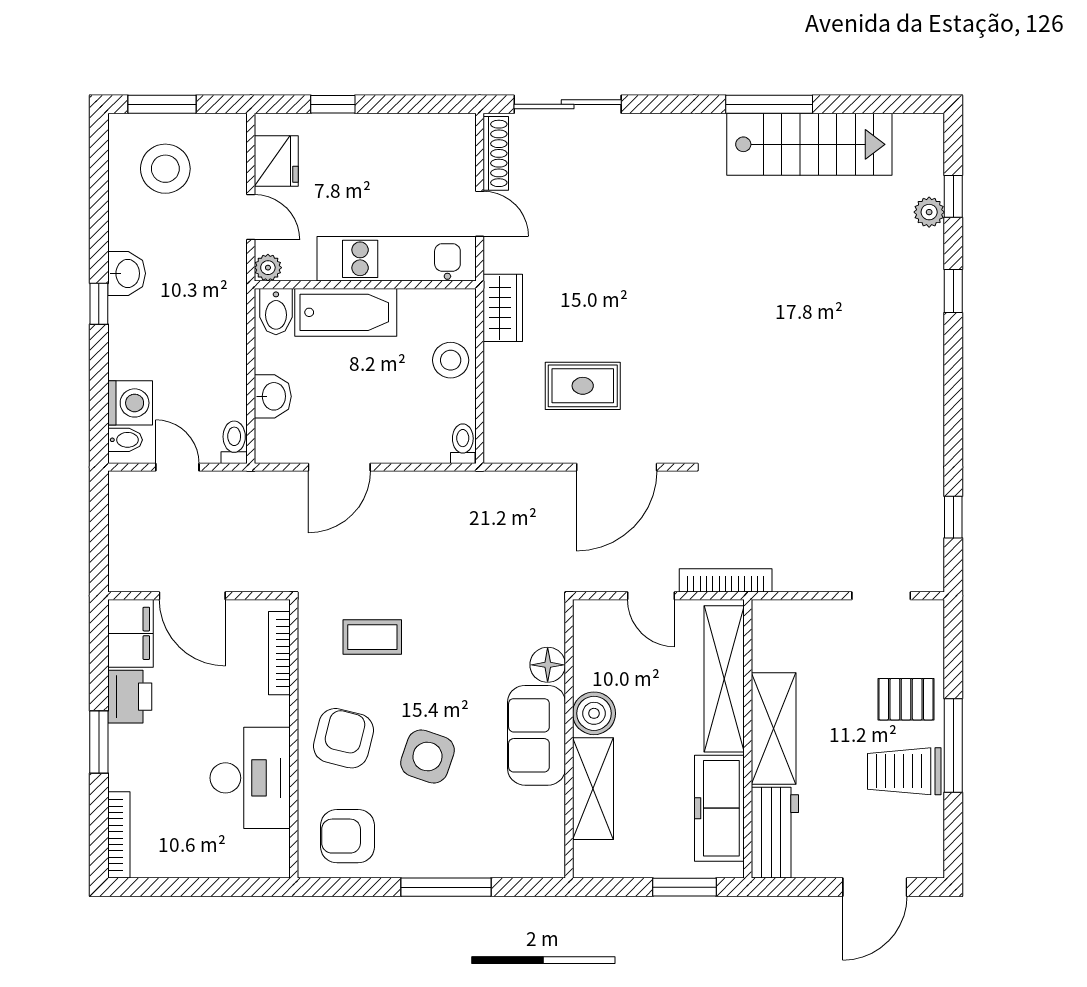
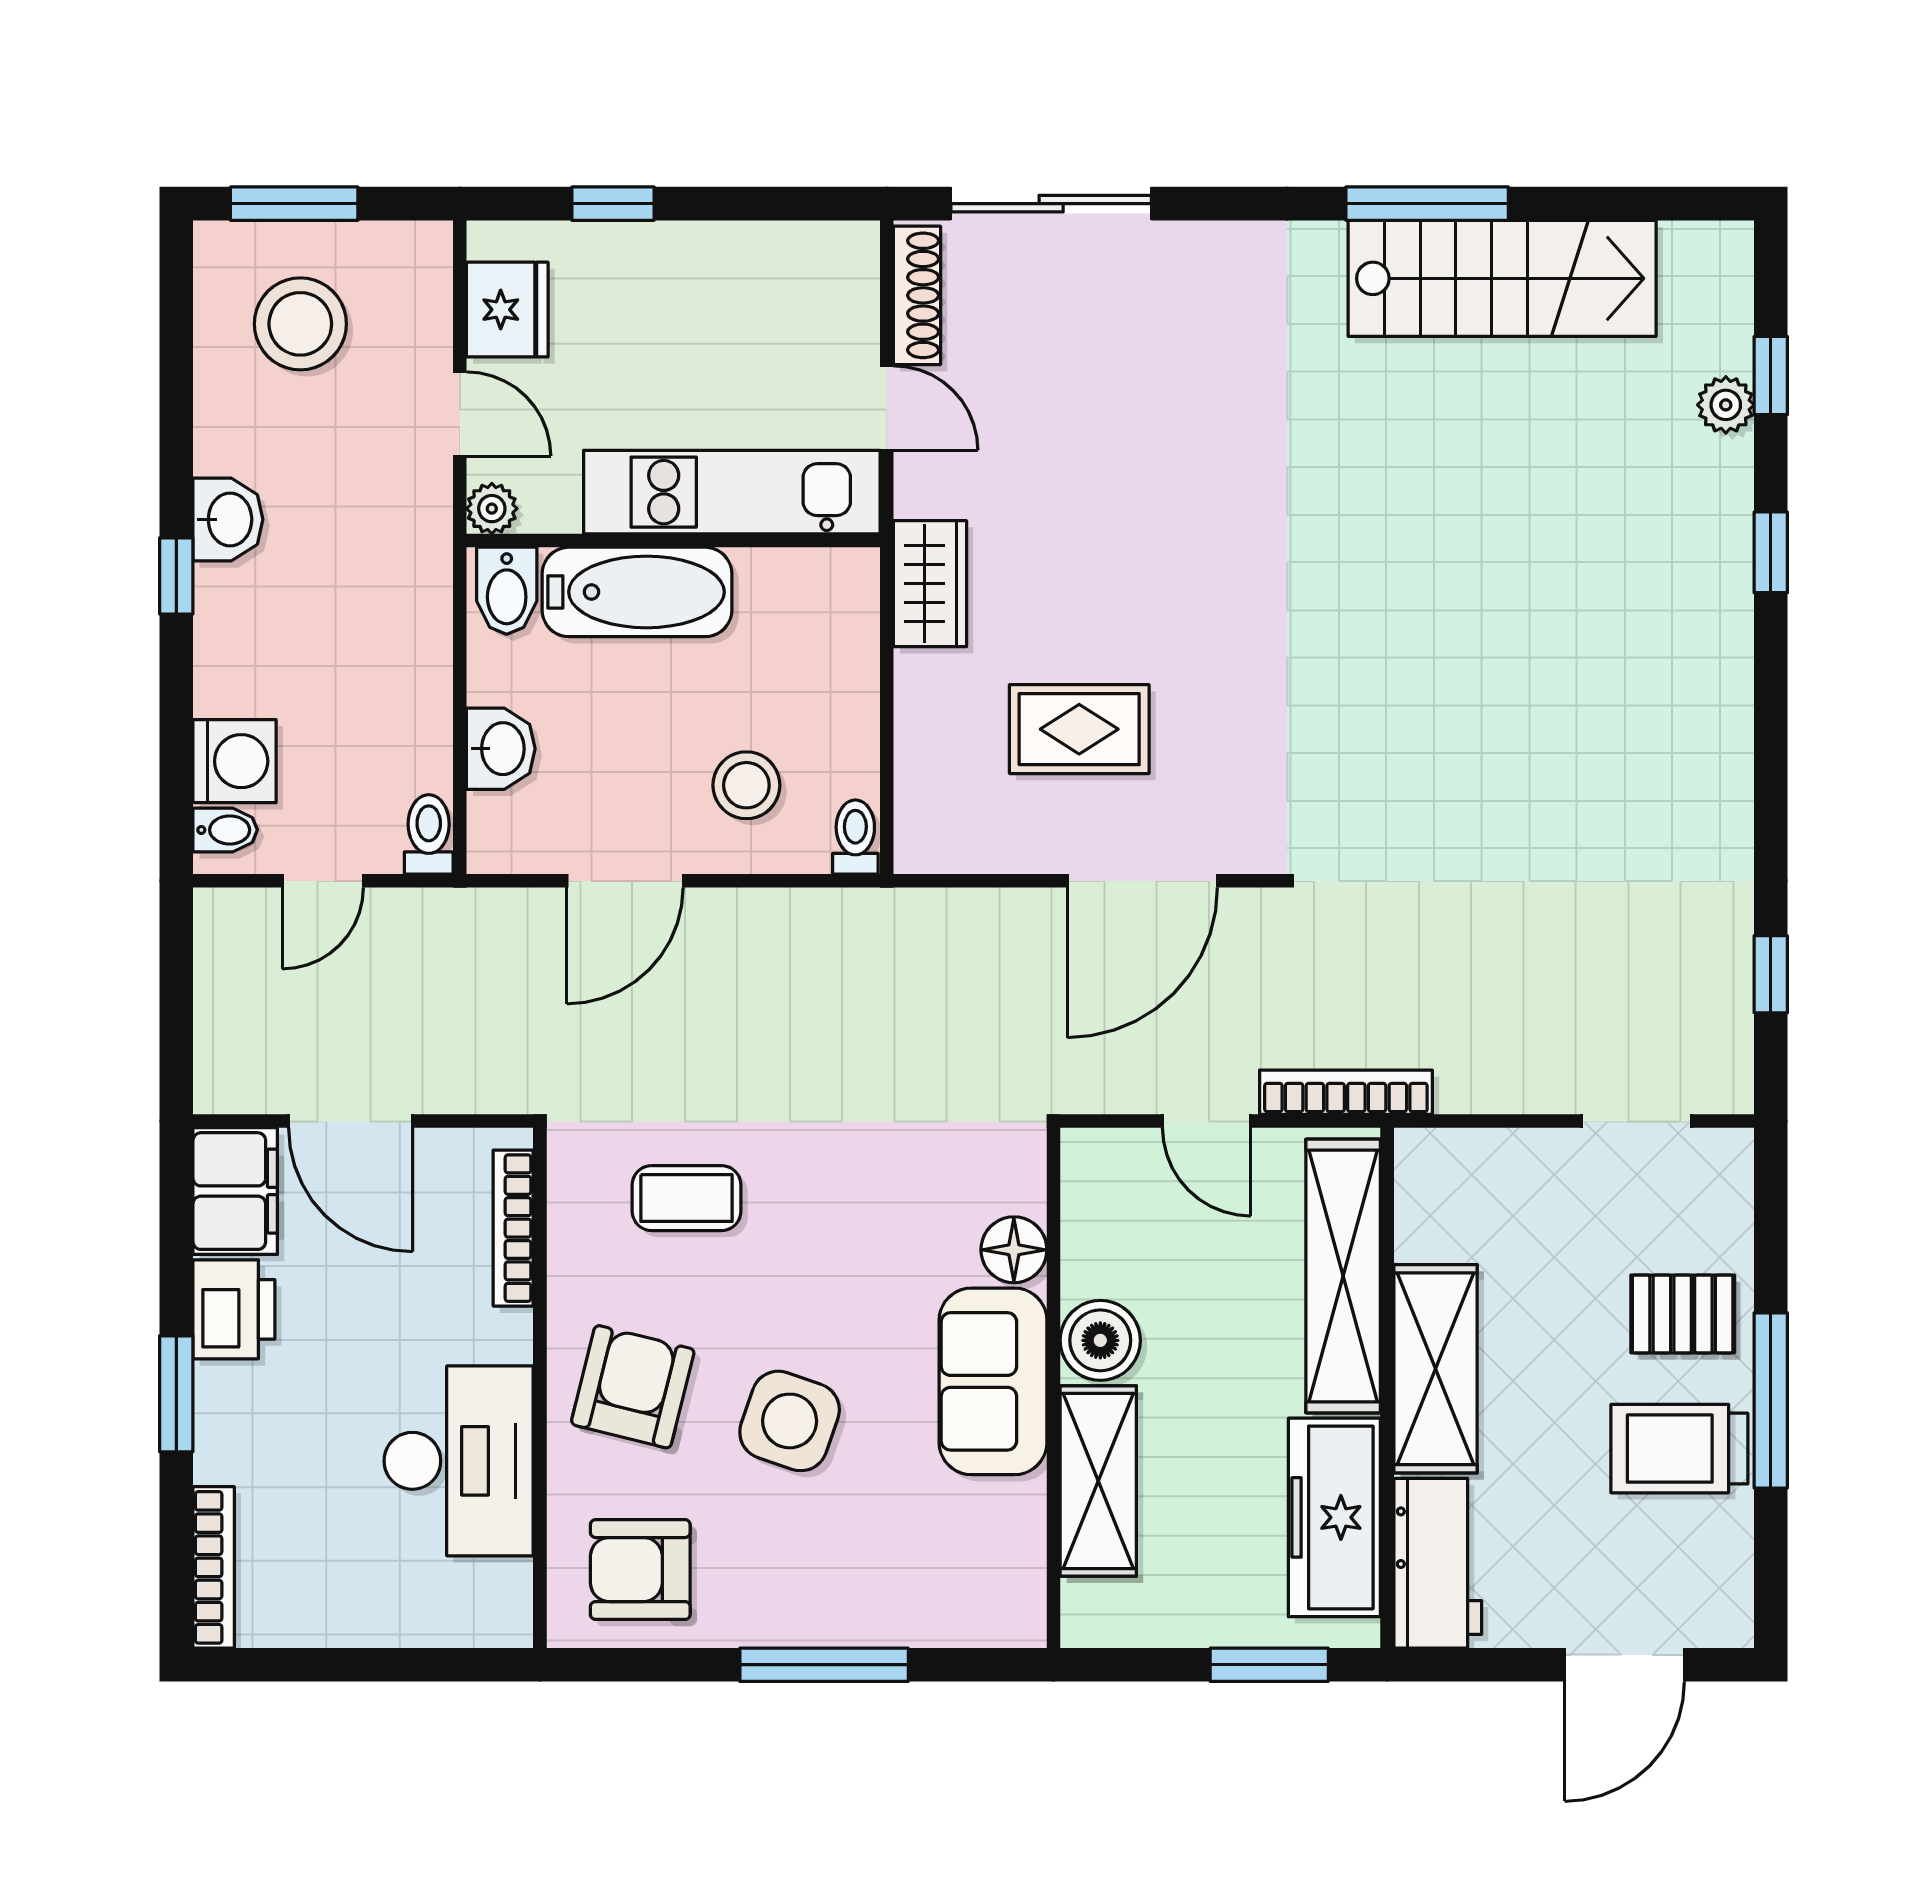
stool: (451, 360) -> (746, 785), moved
door: (177, 467) -> (323, 881), swing flipped

